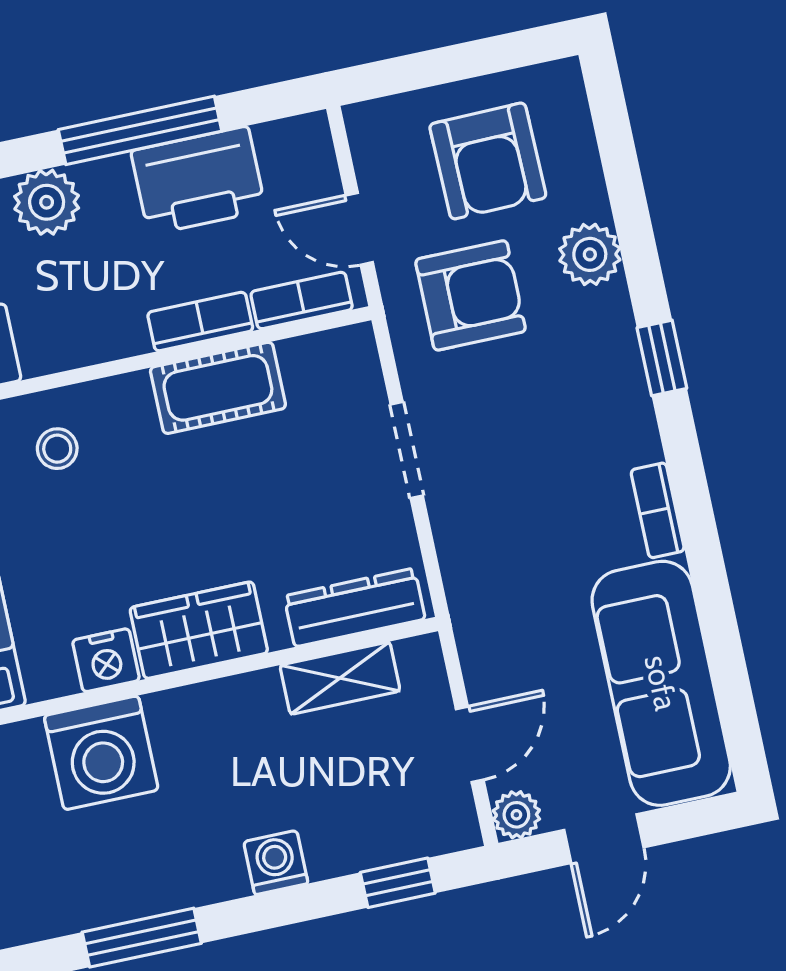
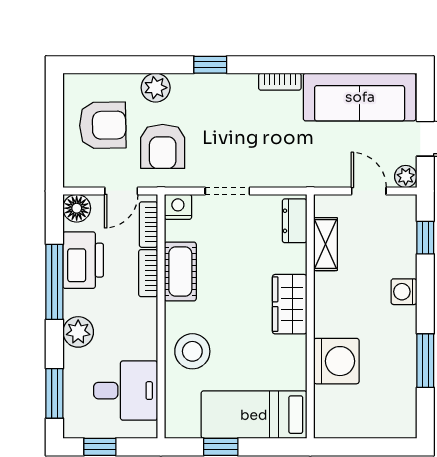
floor lamp: (304, 144) -> (77, 208), added
armchair: (471, 295) -> (163, 146), turned 180
stool: (57, 449) -> (192, 351), width x1.89, depth x1.89
dresser: (355, 607) -> (295, 221), width x0.70
nightstand: (106, 660) -> (178, 207), moved, turned -90

